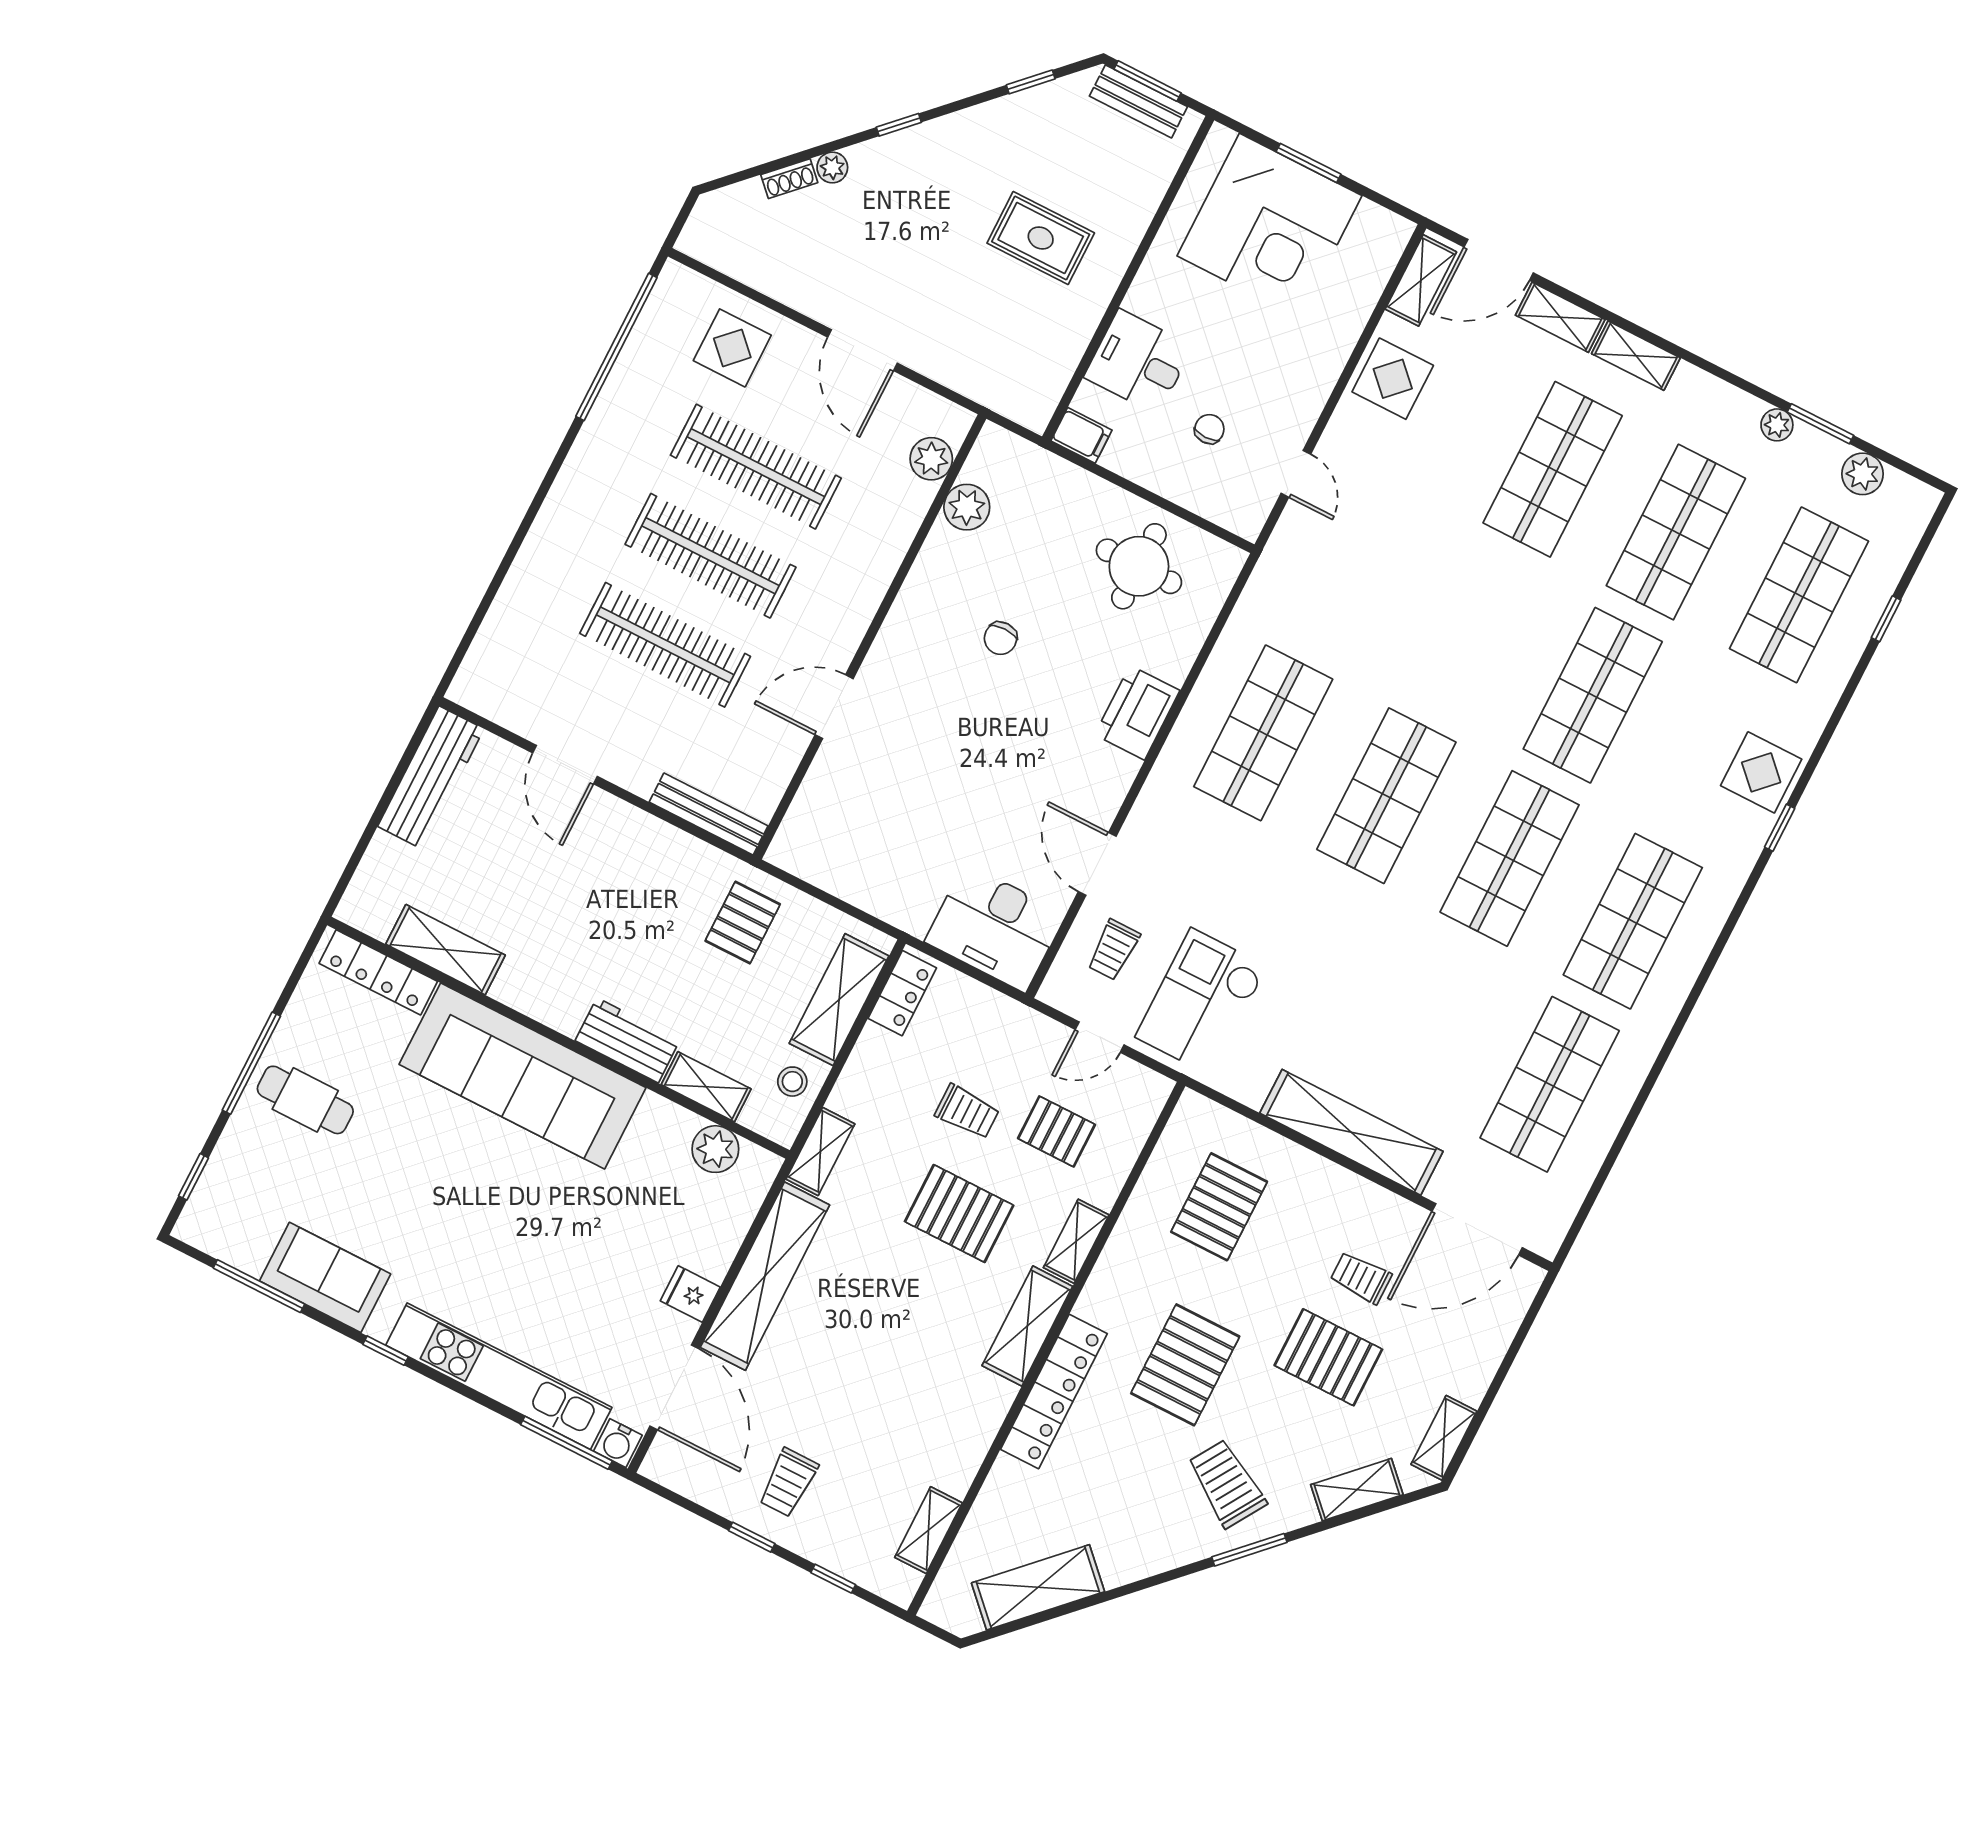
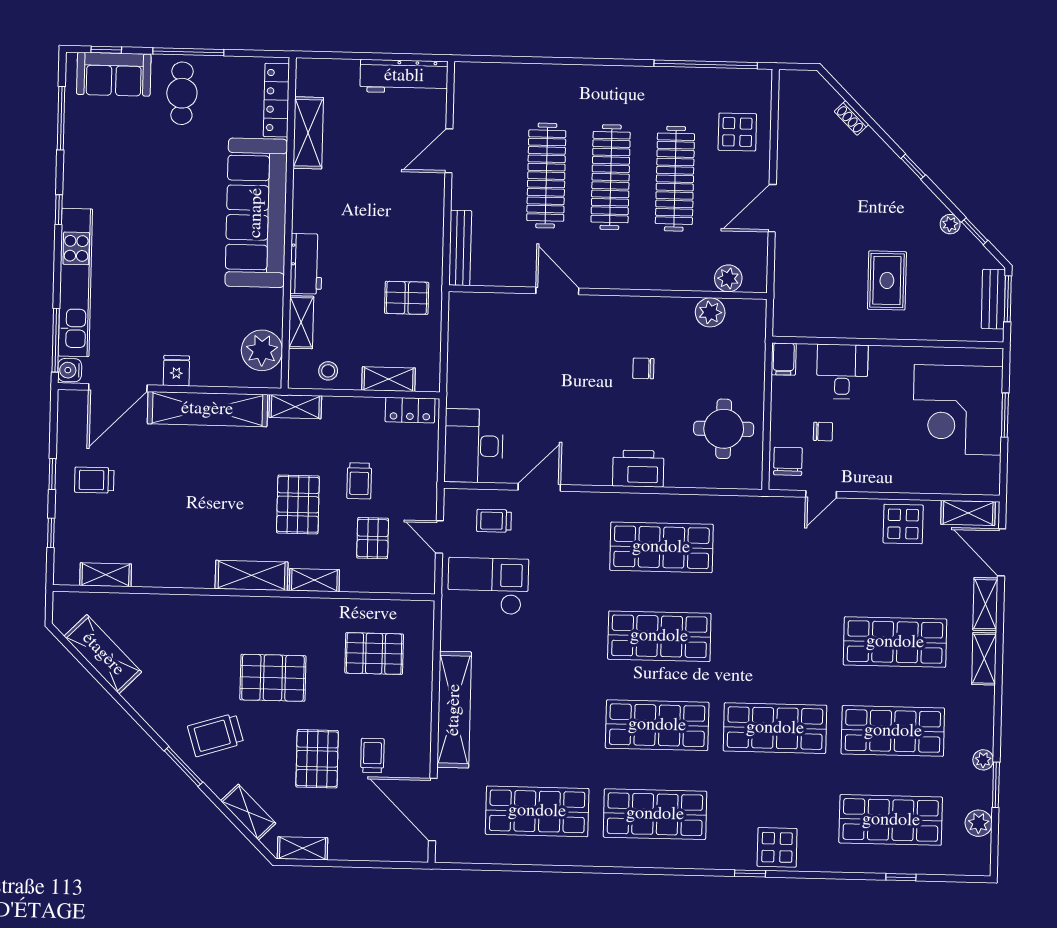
plant: (832, 167) -> (950, 224), moved
chair: (1228, 498) -> (788, 461), added
shelving: (839, 1000) -> (389, 379), width x0.67, depth x0.75
plant: (715, 1149) -> (262, 350), width x1.36, depth x1.36
sofa: (325, 1277) -> (114, 74), moved, turned 90
locker: (1054, 1392) -> (221, 609), removed
trolley: (1227, 1484) -> (216, 735), turned -139

